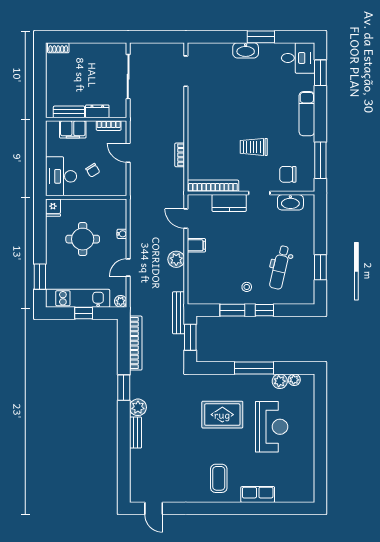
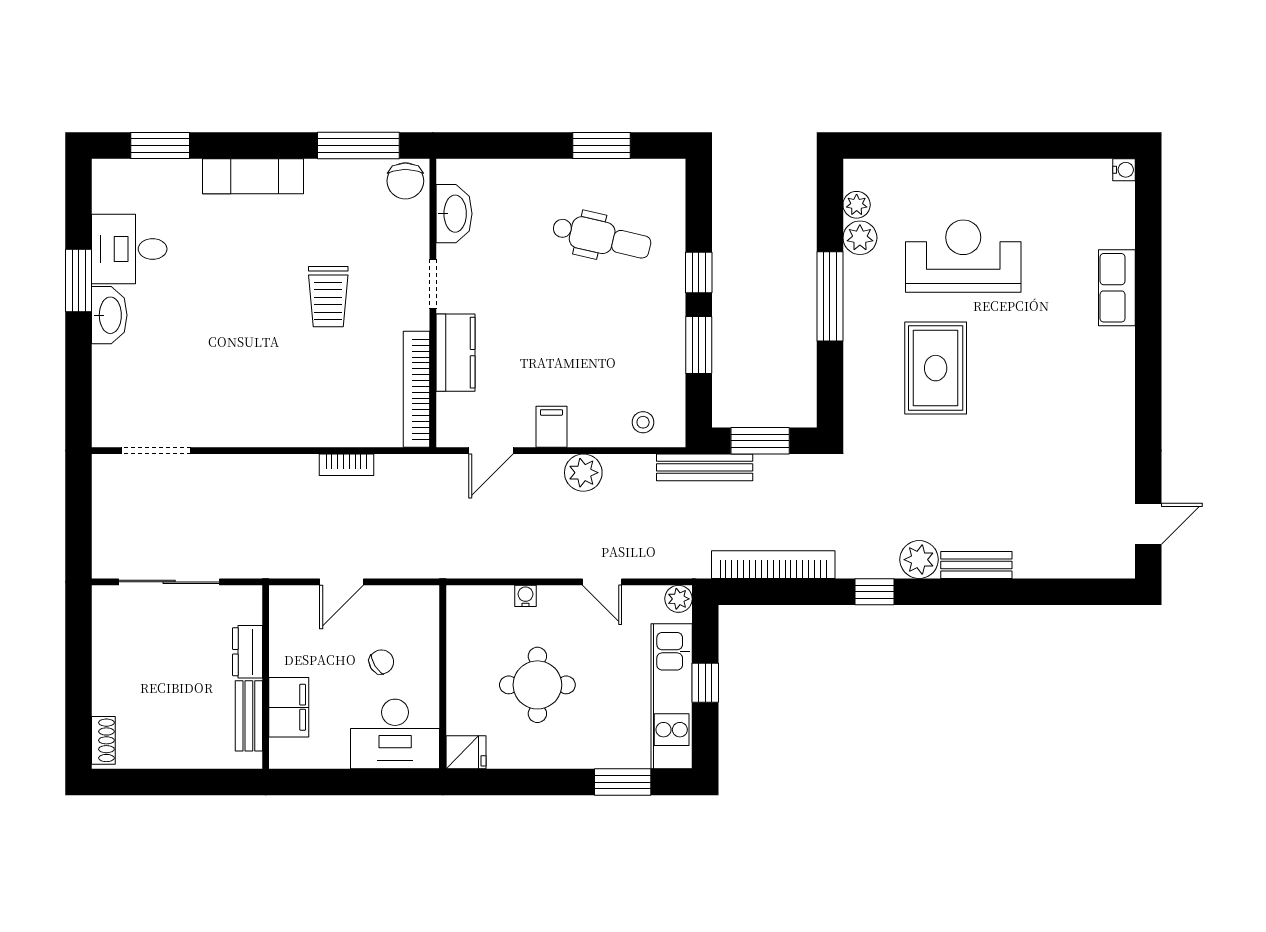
desk: (298, 58) -> (129, 249), moved, turned -90
bookcase: (109, 126) -> (280, 626), removed
chair: (288, 174) -> (405, 181), moved
stool: (247, 287) -> (643, 422), moved
window: (124, 388) -> (875, 592), width x0.67
coffee table: (219, 478) -> (1080, 376), removed
water cooler: (310, 498) -> (1124, 170), added

